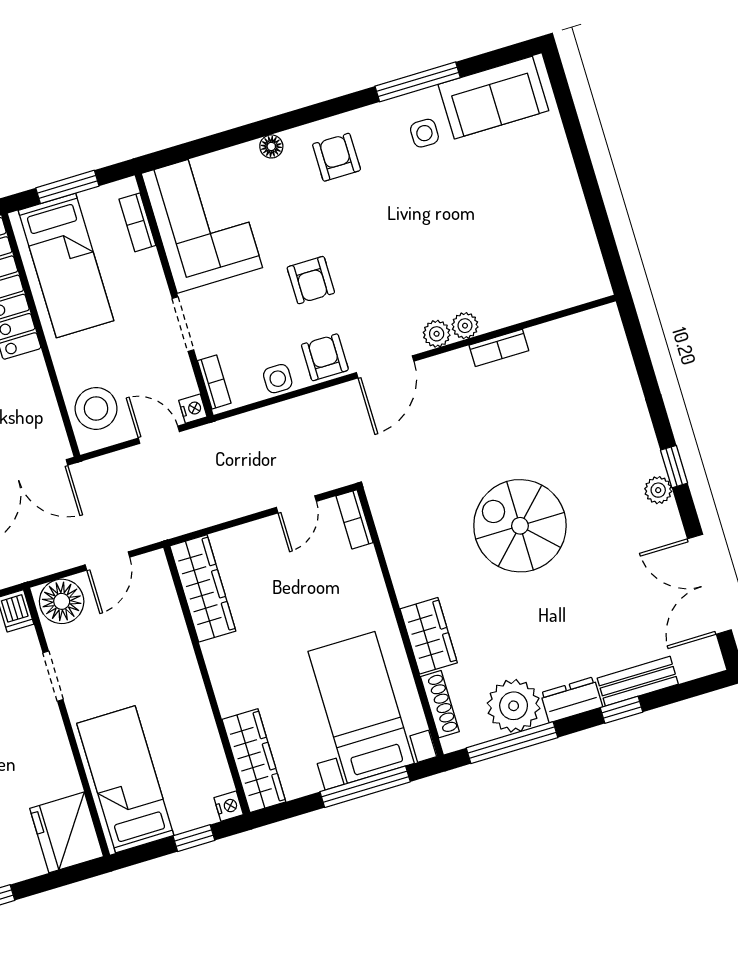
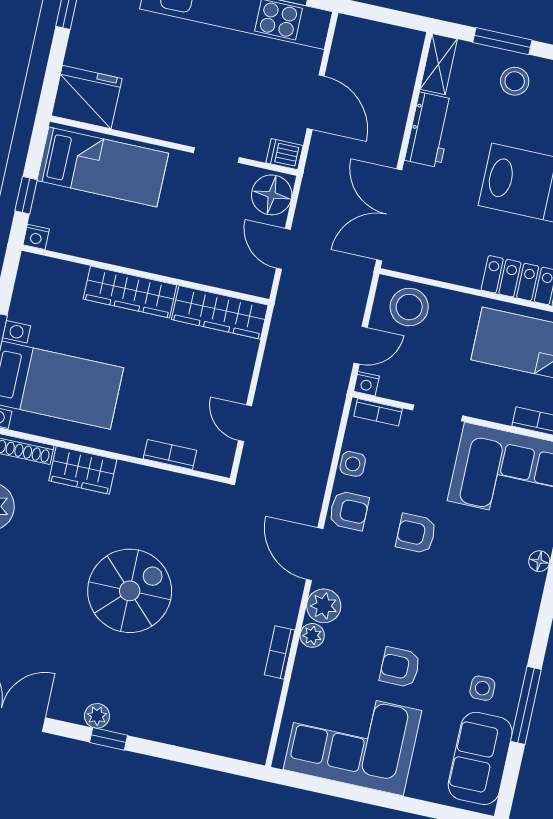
armchair: (337, 157) -> (400, 667), moved, turned 180
corner sofa: (544, 231) -> (353, 740), added
plant: (437, 334) -> (324, 606), width x1.38, depth x1.38
bookcase: (355, 519) -> (170, 454), moved
wardrobe: (254, 761) -> (130, 292), moved

